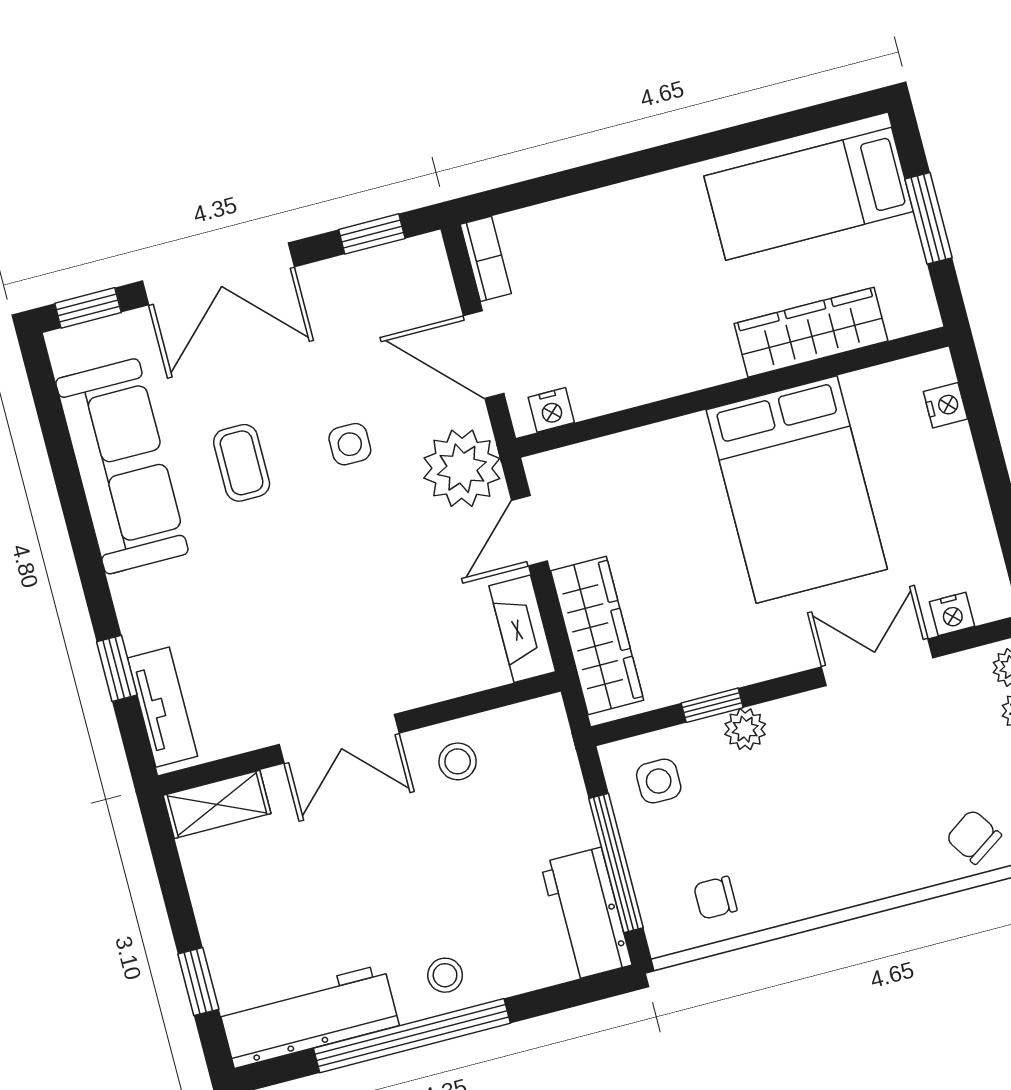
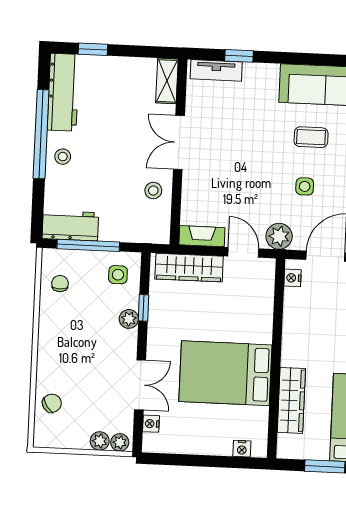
plant: (462, 468) -> (279, 236), width x0.73, depth x0.73

